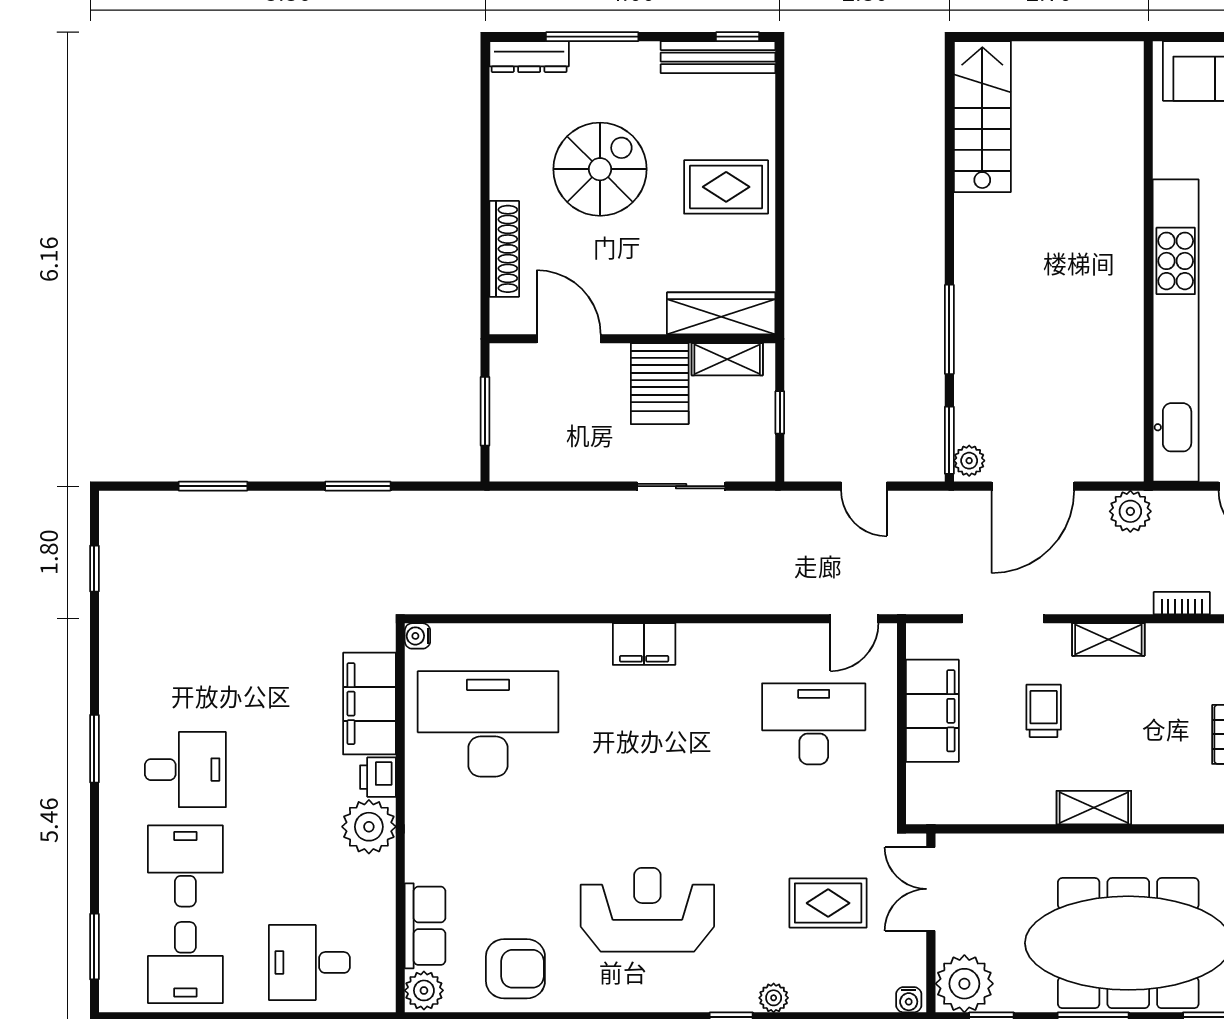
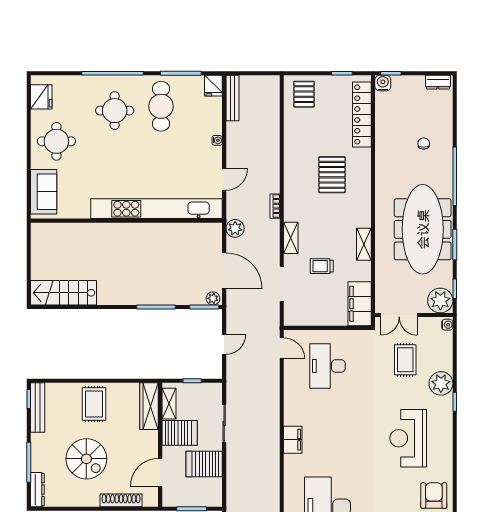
spiral stairs: (600, 169) -> (86, 459), turned 180
server rack: (588, 440) -> (204, 464), added
filing cabinet: (932, 711) -> (360, 304), moved, turned -90
plant: (774, 998) -> (441, 383), width x1.88, depth x1.88

